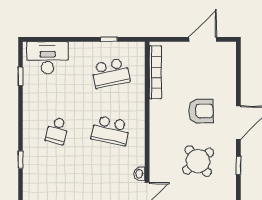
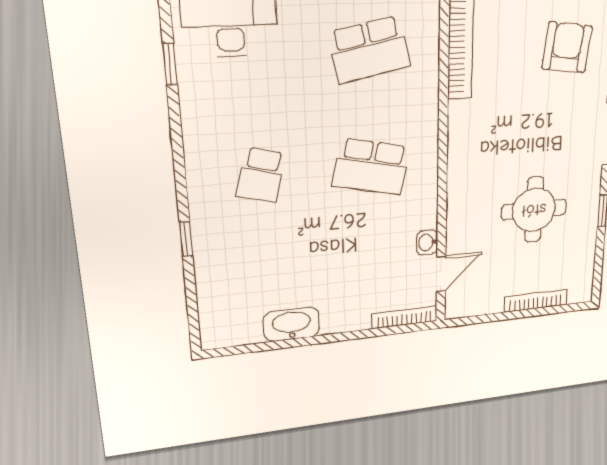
armchair: (201, 111) -> (567, 47), moved, turned -83
round table: (198, 161) -> (534, 210), turned 38

